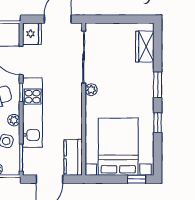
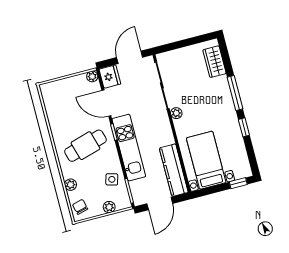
window: (158, 85) -> (235, 93), width x1.44
plant: (14, 120) -> (92, 76), moved
bed with nightstands: (118, 147) -> (206, 160), width x0.73
kitchen counter: (73, 157) -> (174, 170), width x1.50

